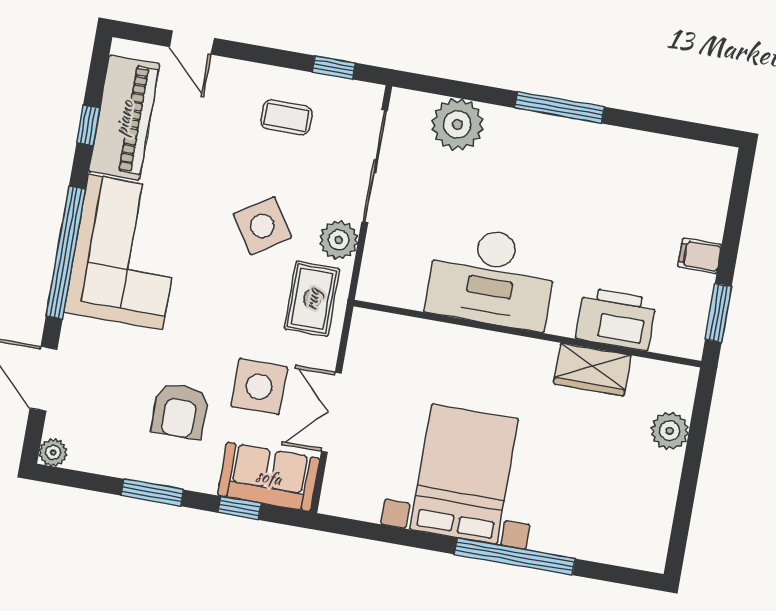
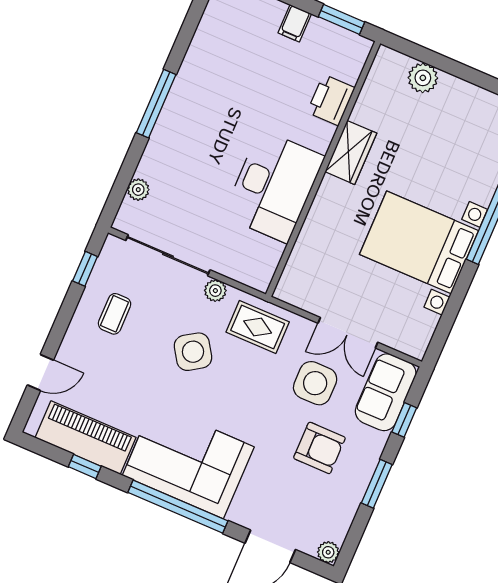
plant: (457, 124) -> (138, 190), width x0.53, depth x0.53
plant: (339, 240) -> (215, 291), width x0.73, depth x0.73
printer: (616, 319) -> (331, 100), width x0.73, depth x0.84
wardrobe: (592, 370) -> (351, 152), moved

